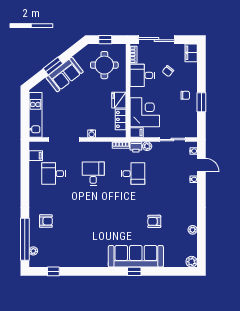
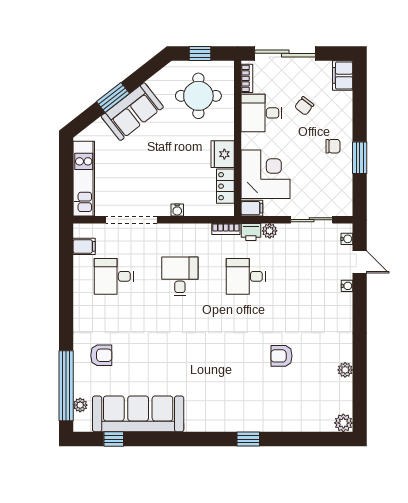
desk: (133, 174) -> (246, 276), turned 180
sofa: (136, 256) -> (138, 414), moved

